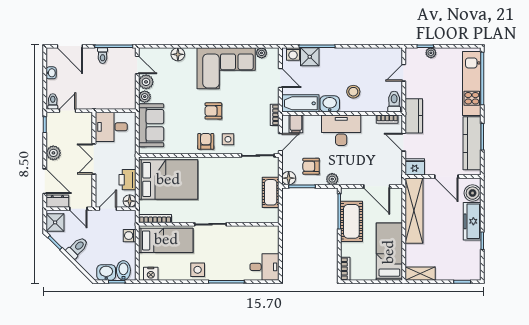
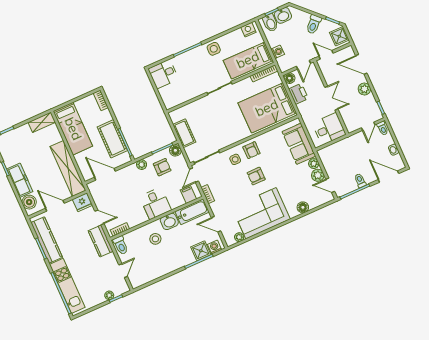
armchair: (213, 111) -> (256, 176), turned 180
desk: (341, 130) -> (156, 203), width x0.73
dresser: (57, 201) -> (345, 53), removed

